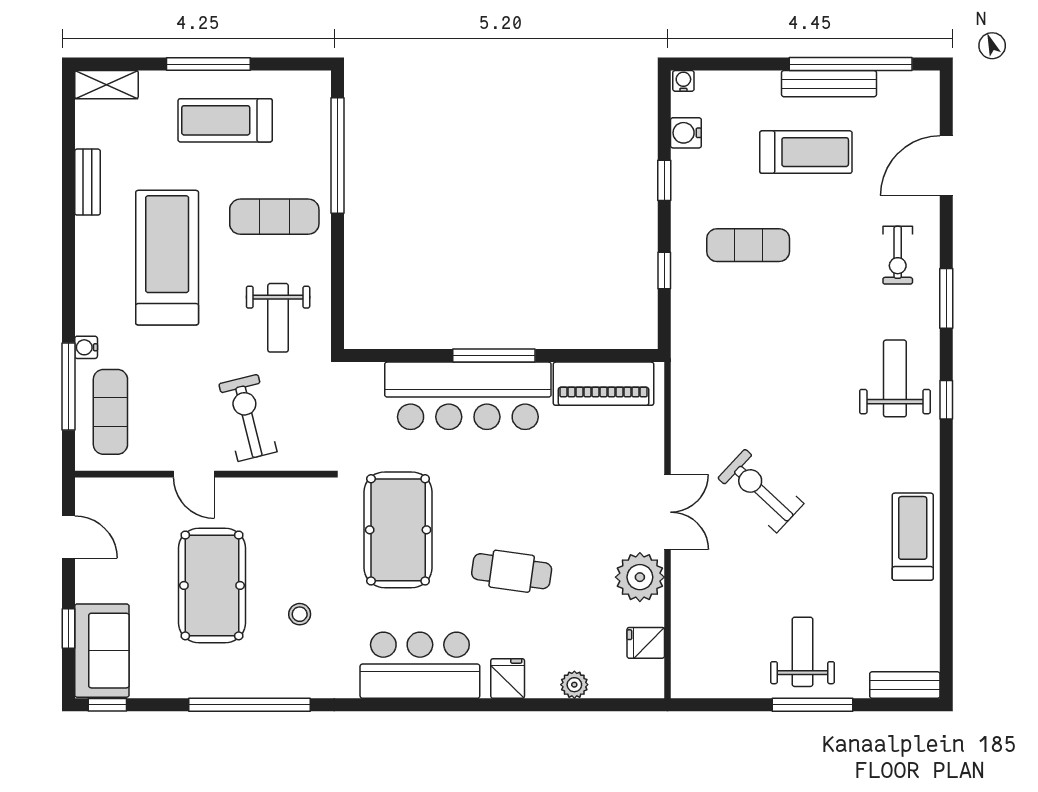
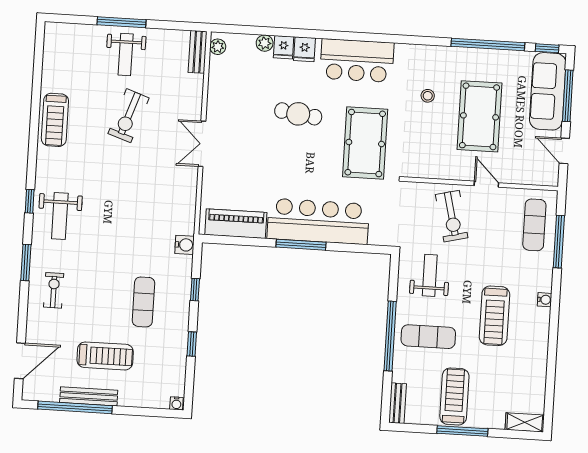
treadmill: (225, 120) -> (454, 396), turned -90
water cooler: (686, 133) -> (185, 245), moved
treadmill: (806, 152) -> (105, 356), turned 180
window: (338, 156) -> (390, 336), moved
door: (946, 166) -> (20, 361), moved
bench: (87, 182) -> (397, 403), moved
exercise mat: (748, 245) -> (143, 302), turned 90
treadmill: (167, 258) -> (494, 316), width x0.73, depth x0.73
water cooler: (86, 347) -> (545, 300), moved
exercise bike: (761, 491) -> (129, 116), moved, turned 66
plant: (640, 577) -> (218, 47), moved, width x0.53, depth x0.53
window: (68, 628) -> (568, 96), width x2.17
fridge: (646, 643) -> (284, 47), moved, turned 90
sofa: (102, 651) -> (548, 91), width x1.36
bench: (905, 685) -> (198, 52), moved, turned 90
window: (250, 705) -> (488, 45), moved

